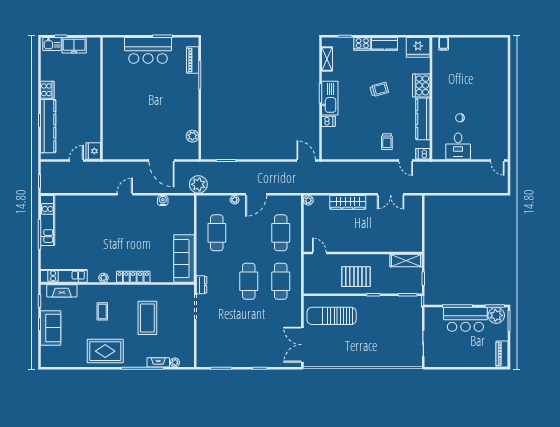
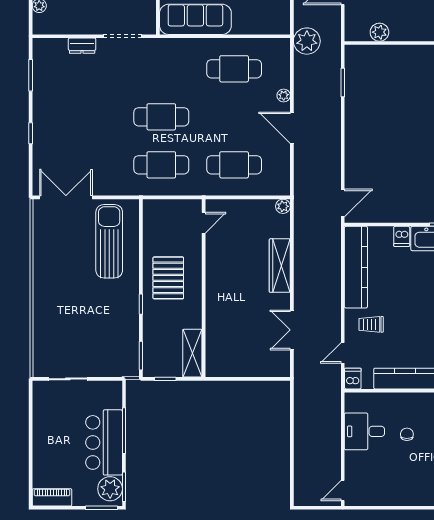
kitchen counter: (349, 152) -> (356, 267), added
dresser: (201, 285) -> (82, 46), moved

